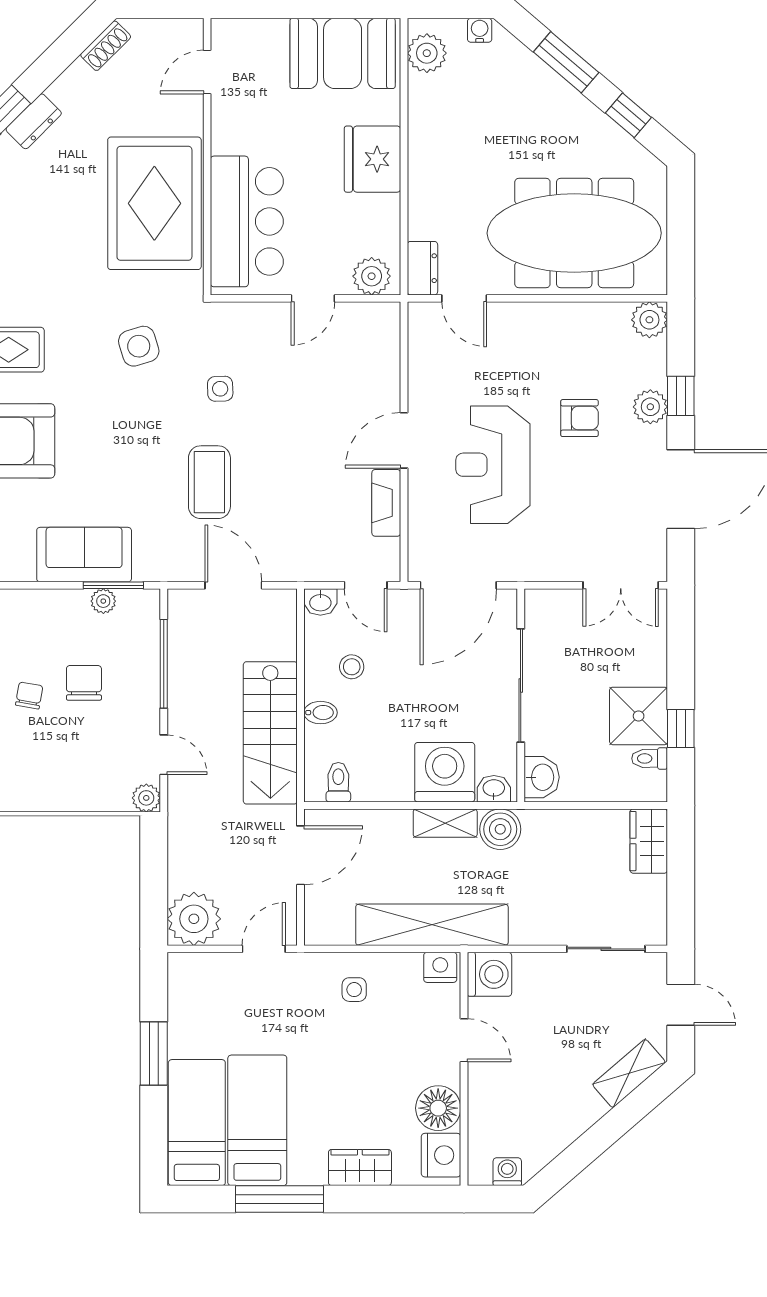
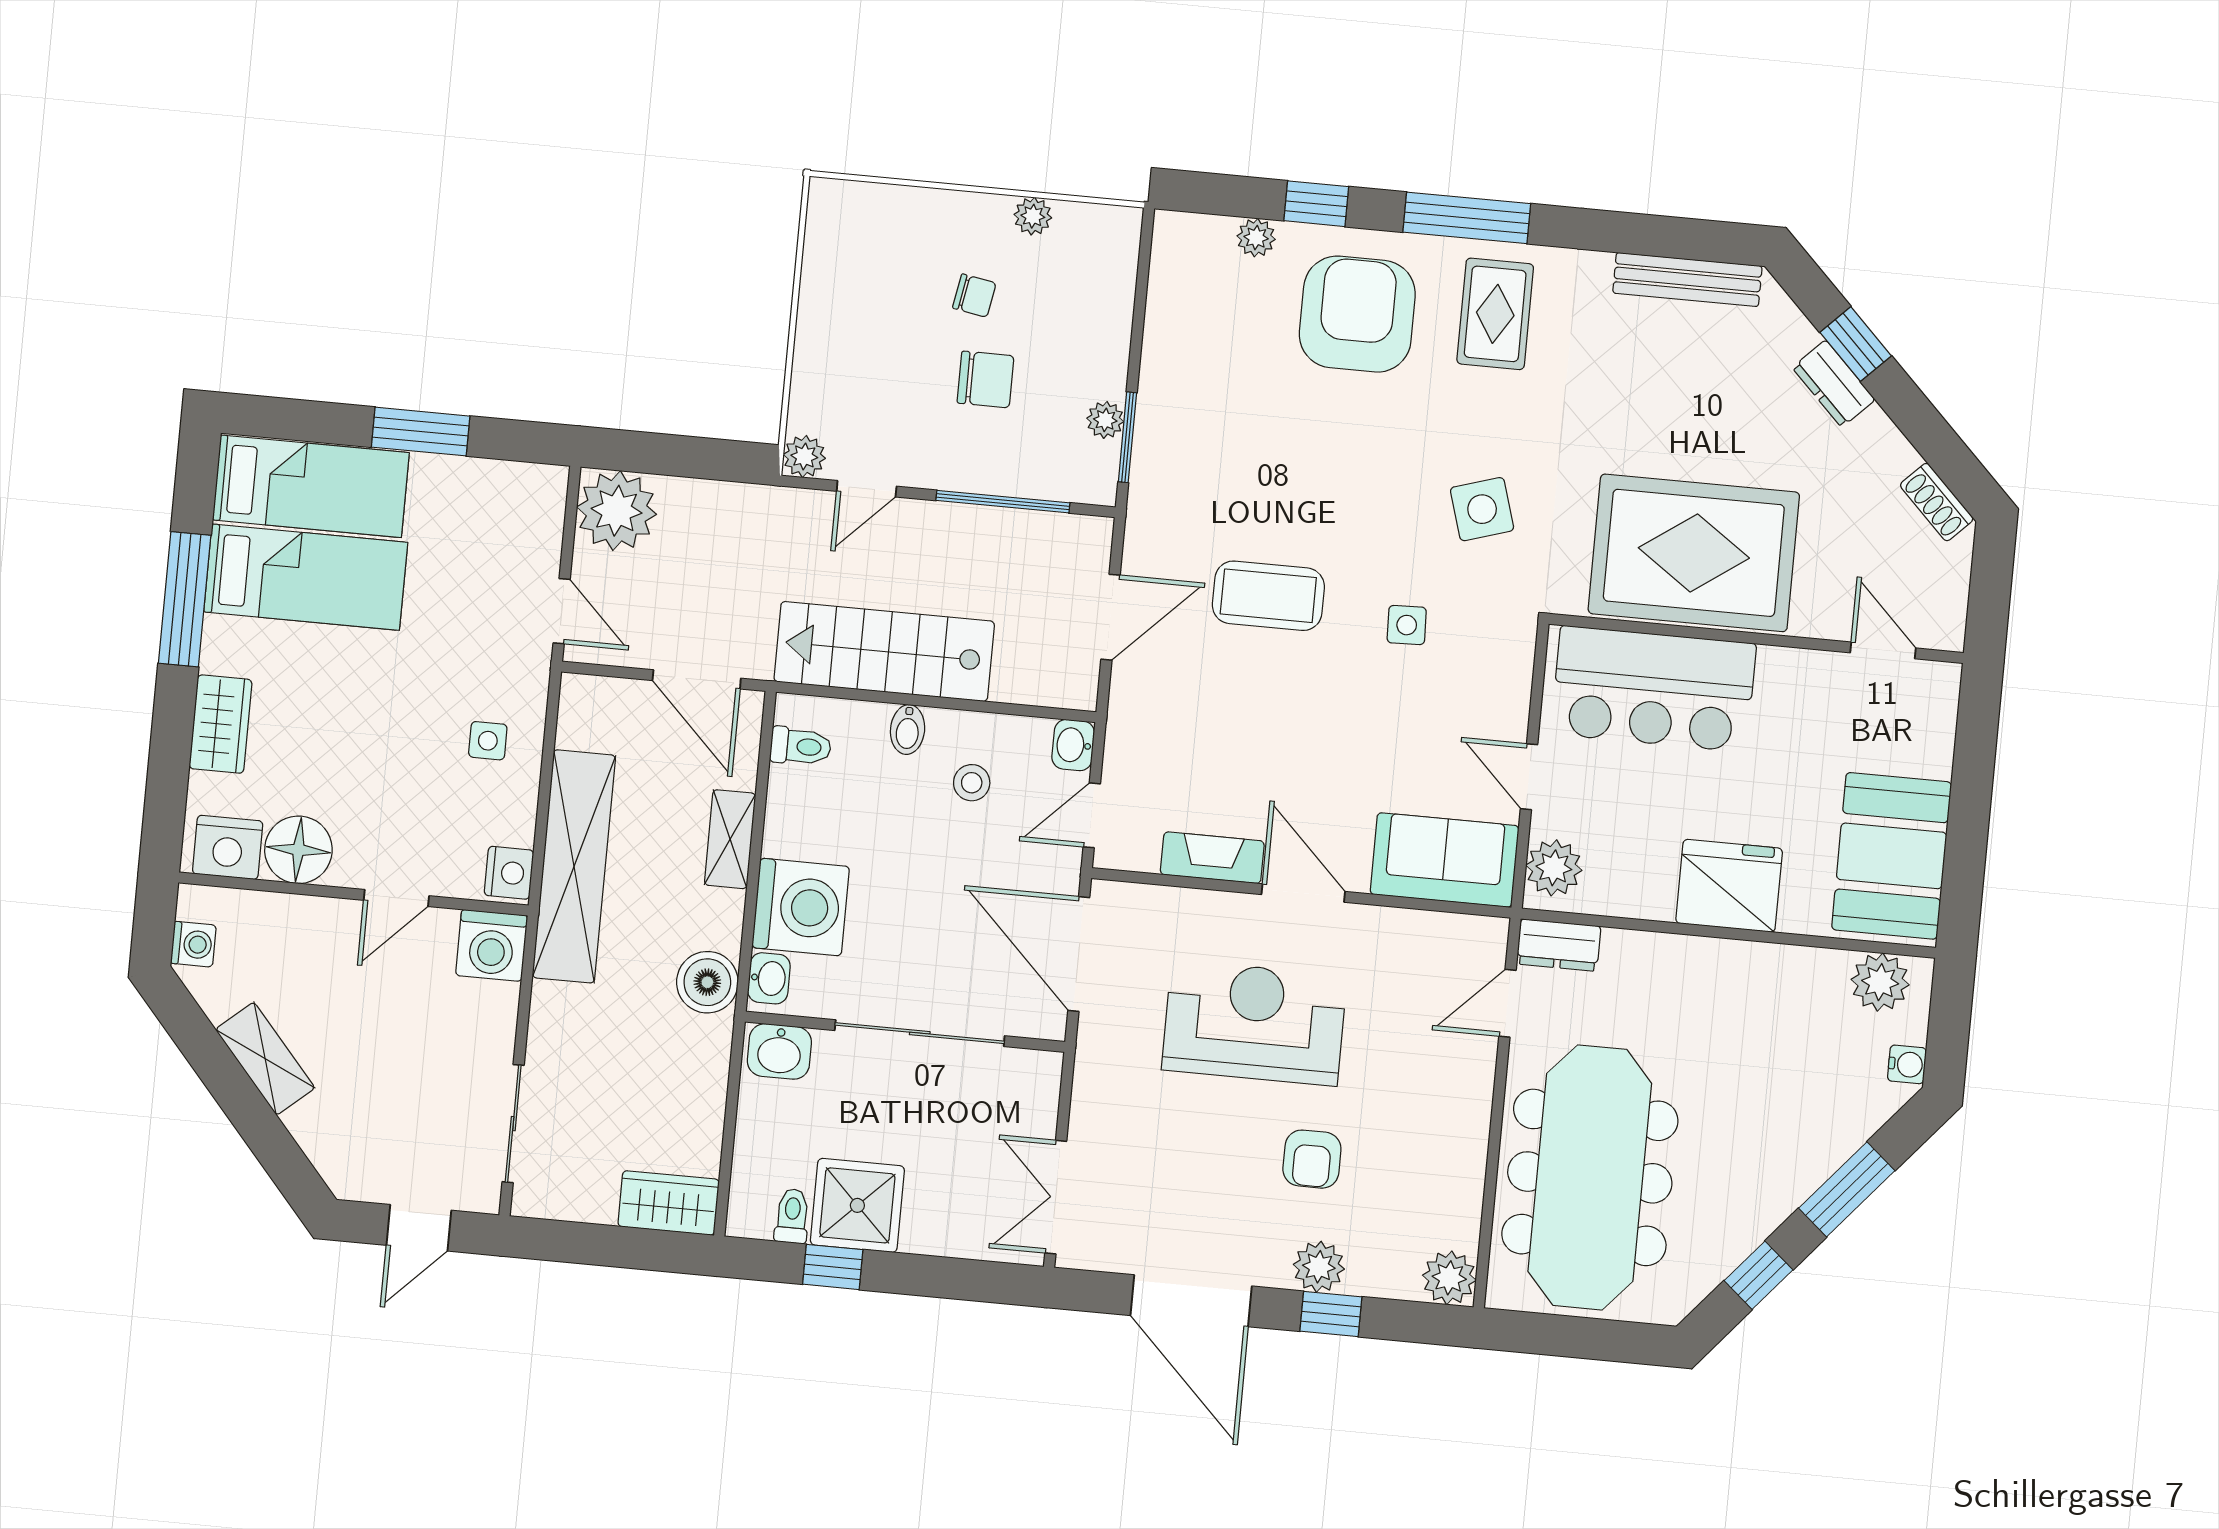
sofa: (84, 555) -> (1445, 860), moved, turned -90
shelving: (445, 823) -> (730, 839), moved
shelving: (629, 1073) -> (265, 1059), moved

